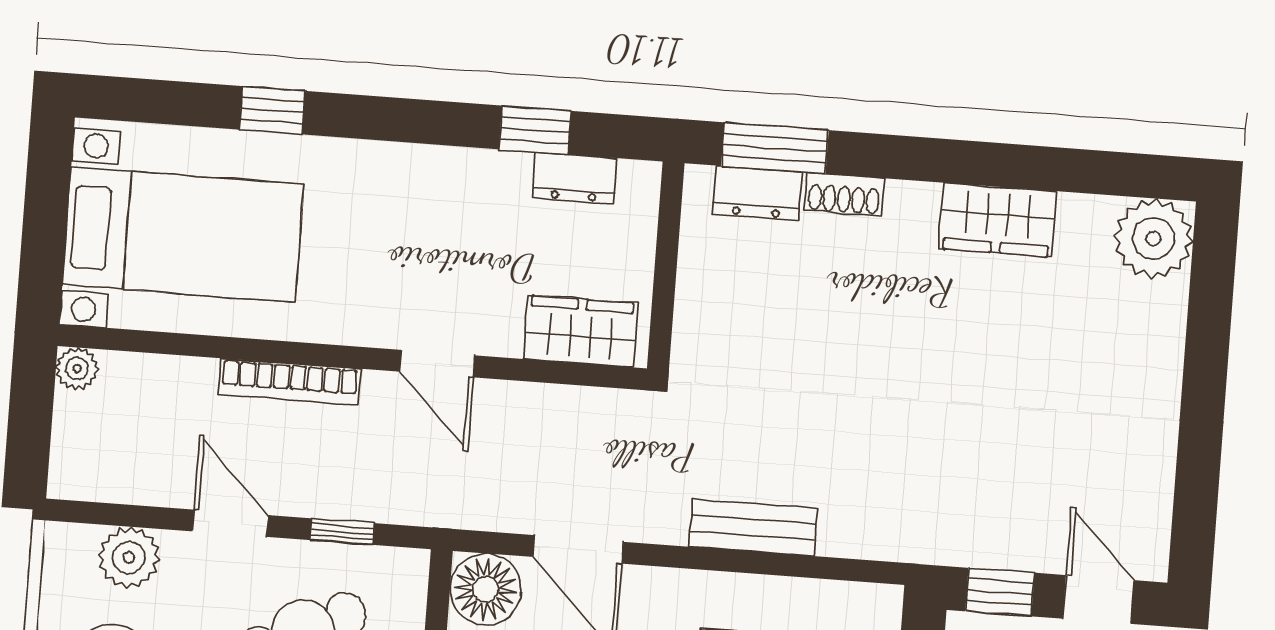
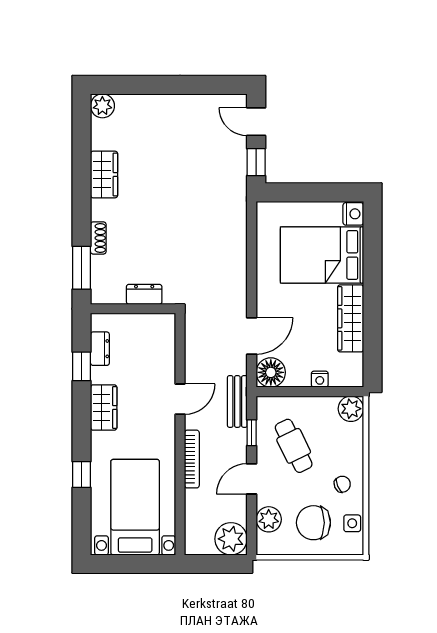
dresser: (757, 193) -> (144, 294), moved, turned -90
plant: (1153, 238) -> (102, 106), width x0.73, depth x0.73
wardrobe: (580, 331) -> (104, 408), moved, turned 180
plant: (77, 369) -> (231, 539), moved, width x1.88, depth x1.88
bench: (753, 528) -> (237, 401), moved
door: (1098, 599) -> (256, 122), hinge flipped

